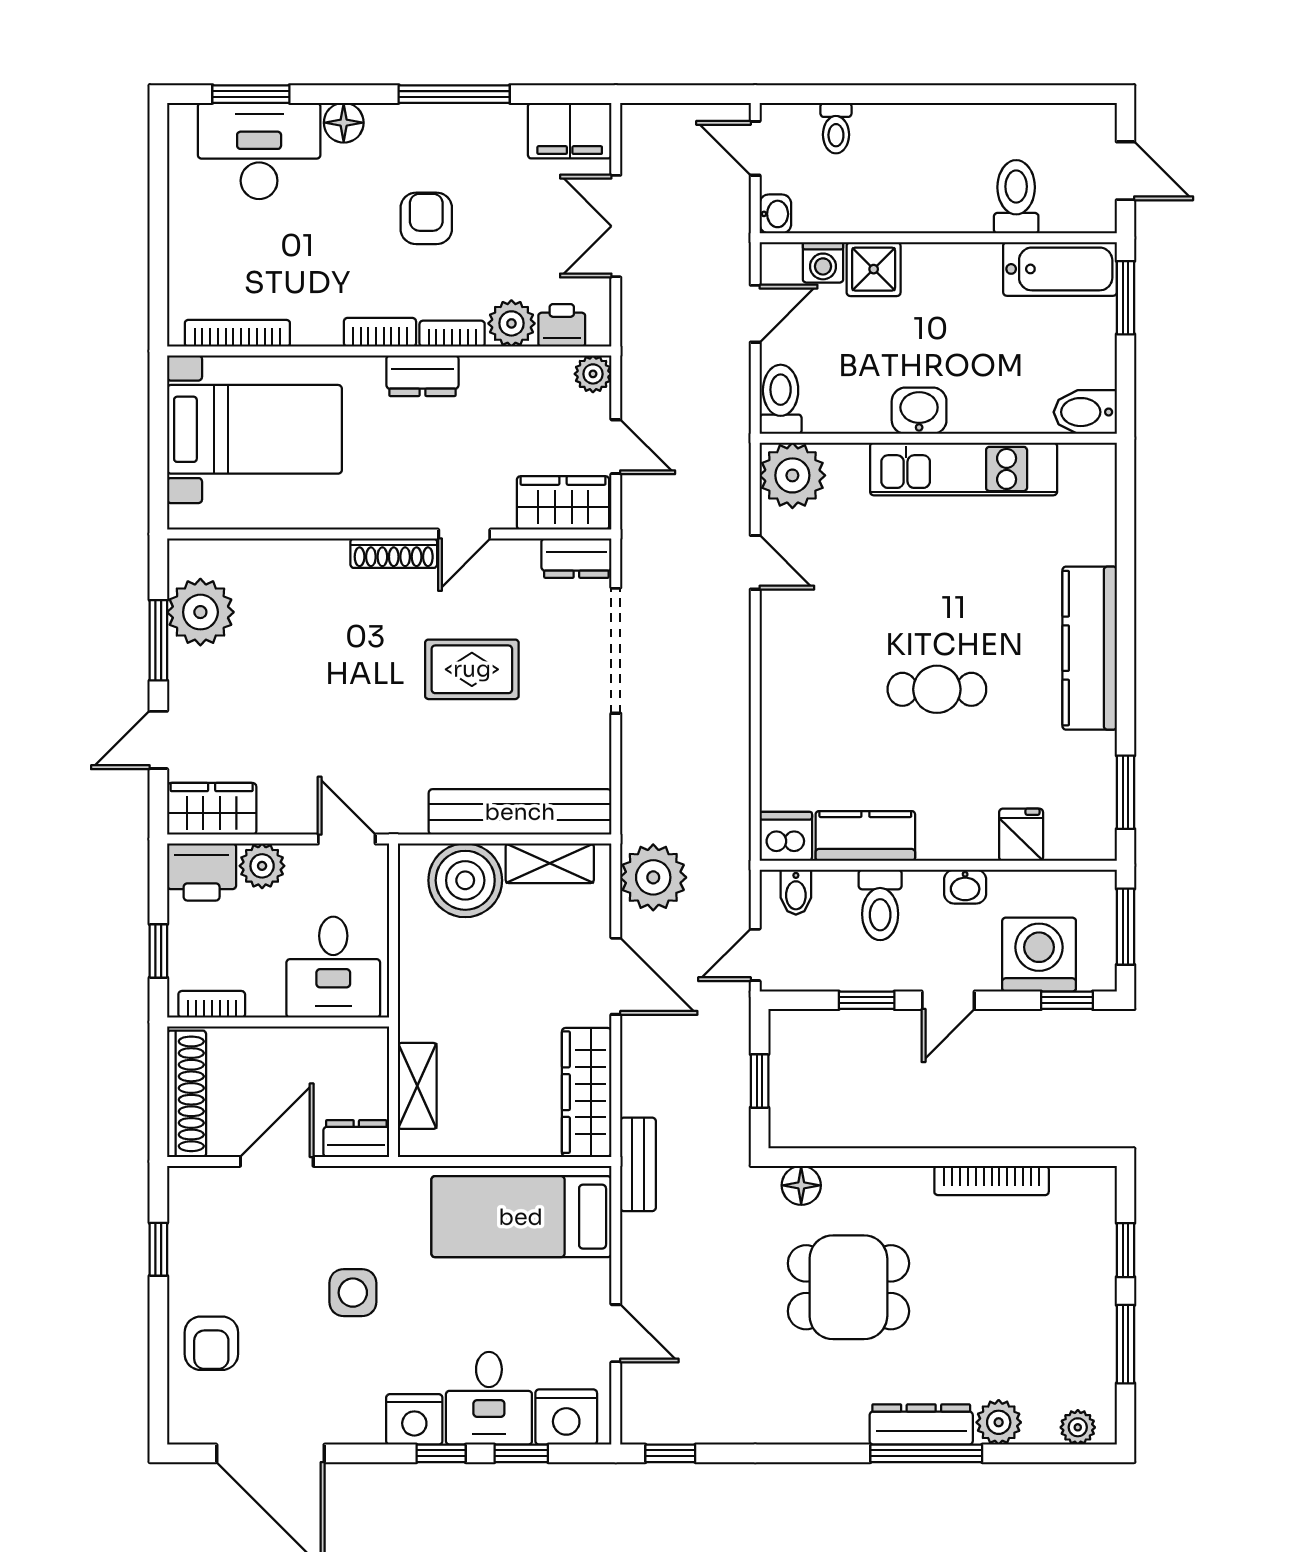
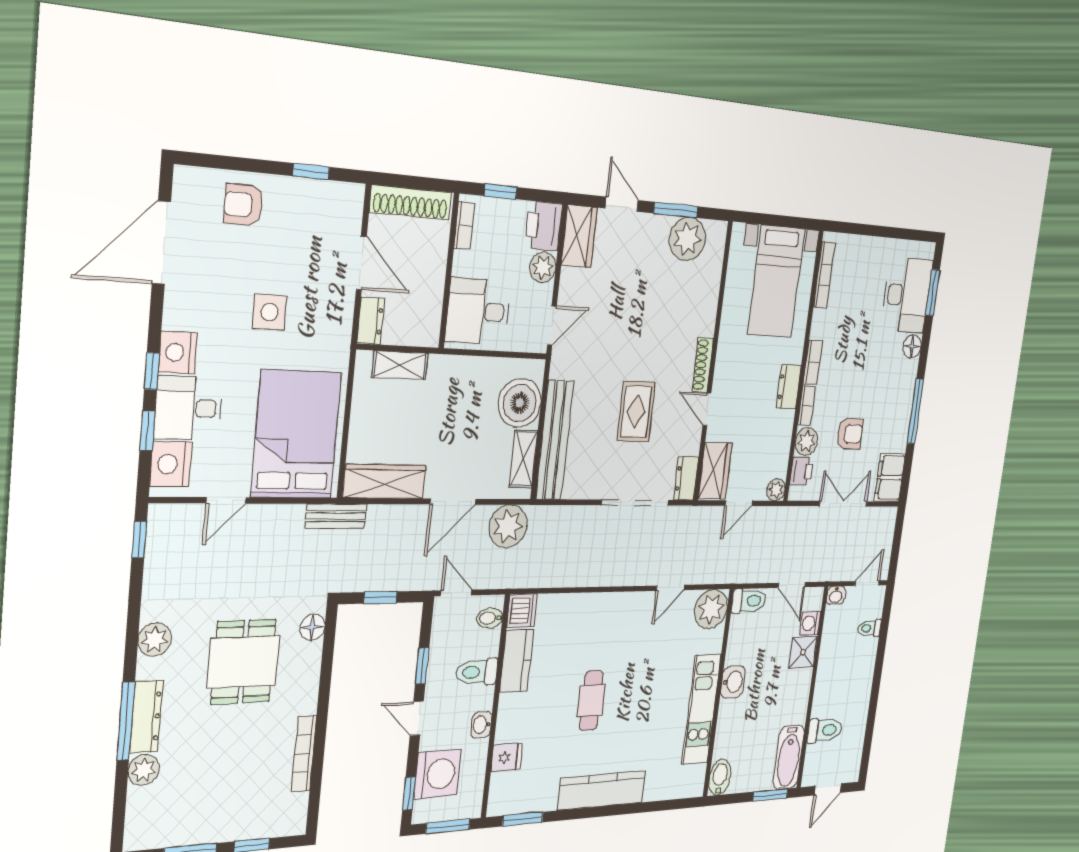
armchair: (426, 218) -> (850, 434), moved
bed: (521, 1217) -> (296, 435), width x1.50
plant: (1078, 1427) -> (155, 640), moved, width x1.38, depth x1.38

